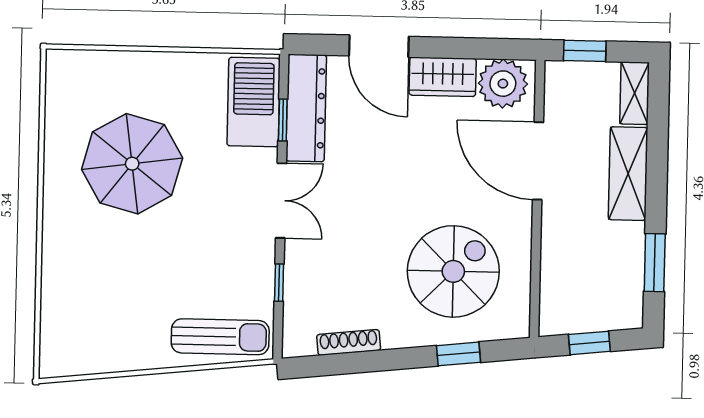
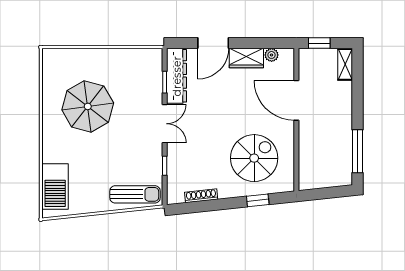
door: (379, 46) -> (213, 43), hinge flipped
plant: (503, 84) -> (272, 55), width x0.53, depth x0.53
barbecue: (254, 102) -> (55, 186), moved, turned 180
shelving: (628, 174) -> (343, 106), removed
window: (655, 263) -> (358, 151), width x1.44
window: (589, 343) -> (325, 193), removed

